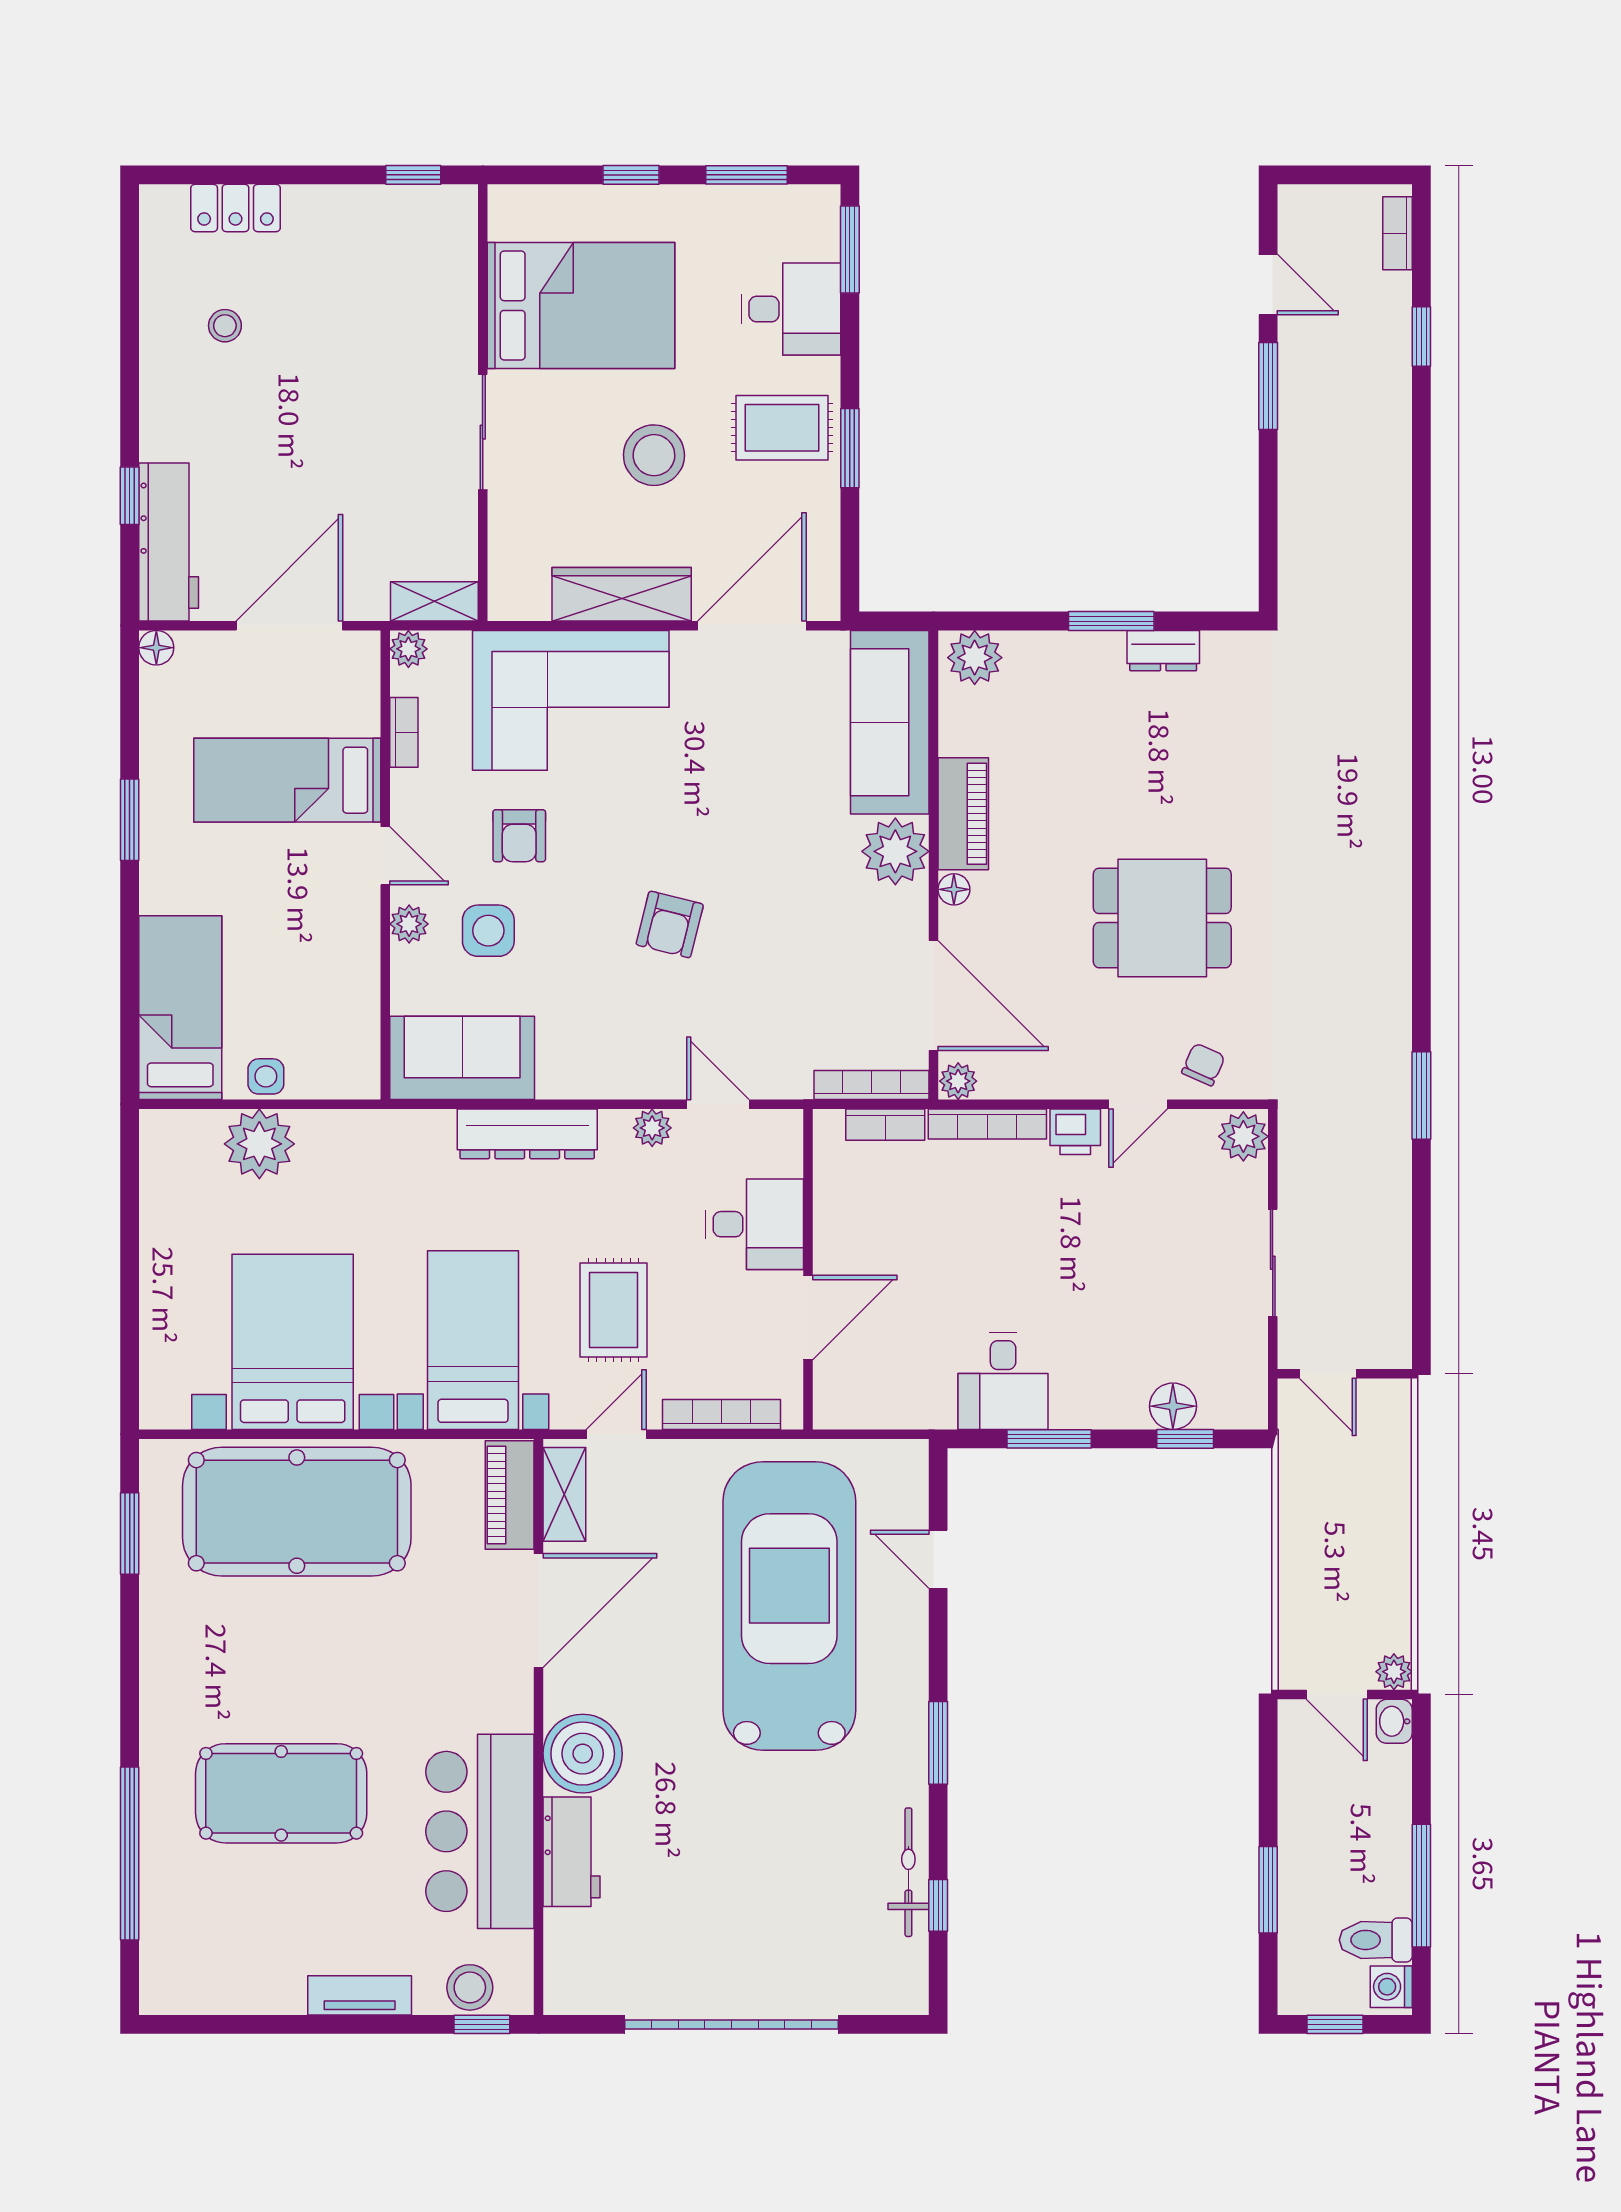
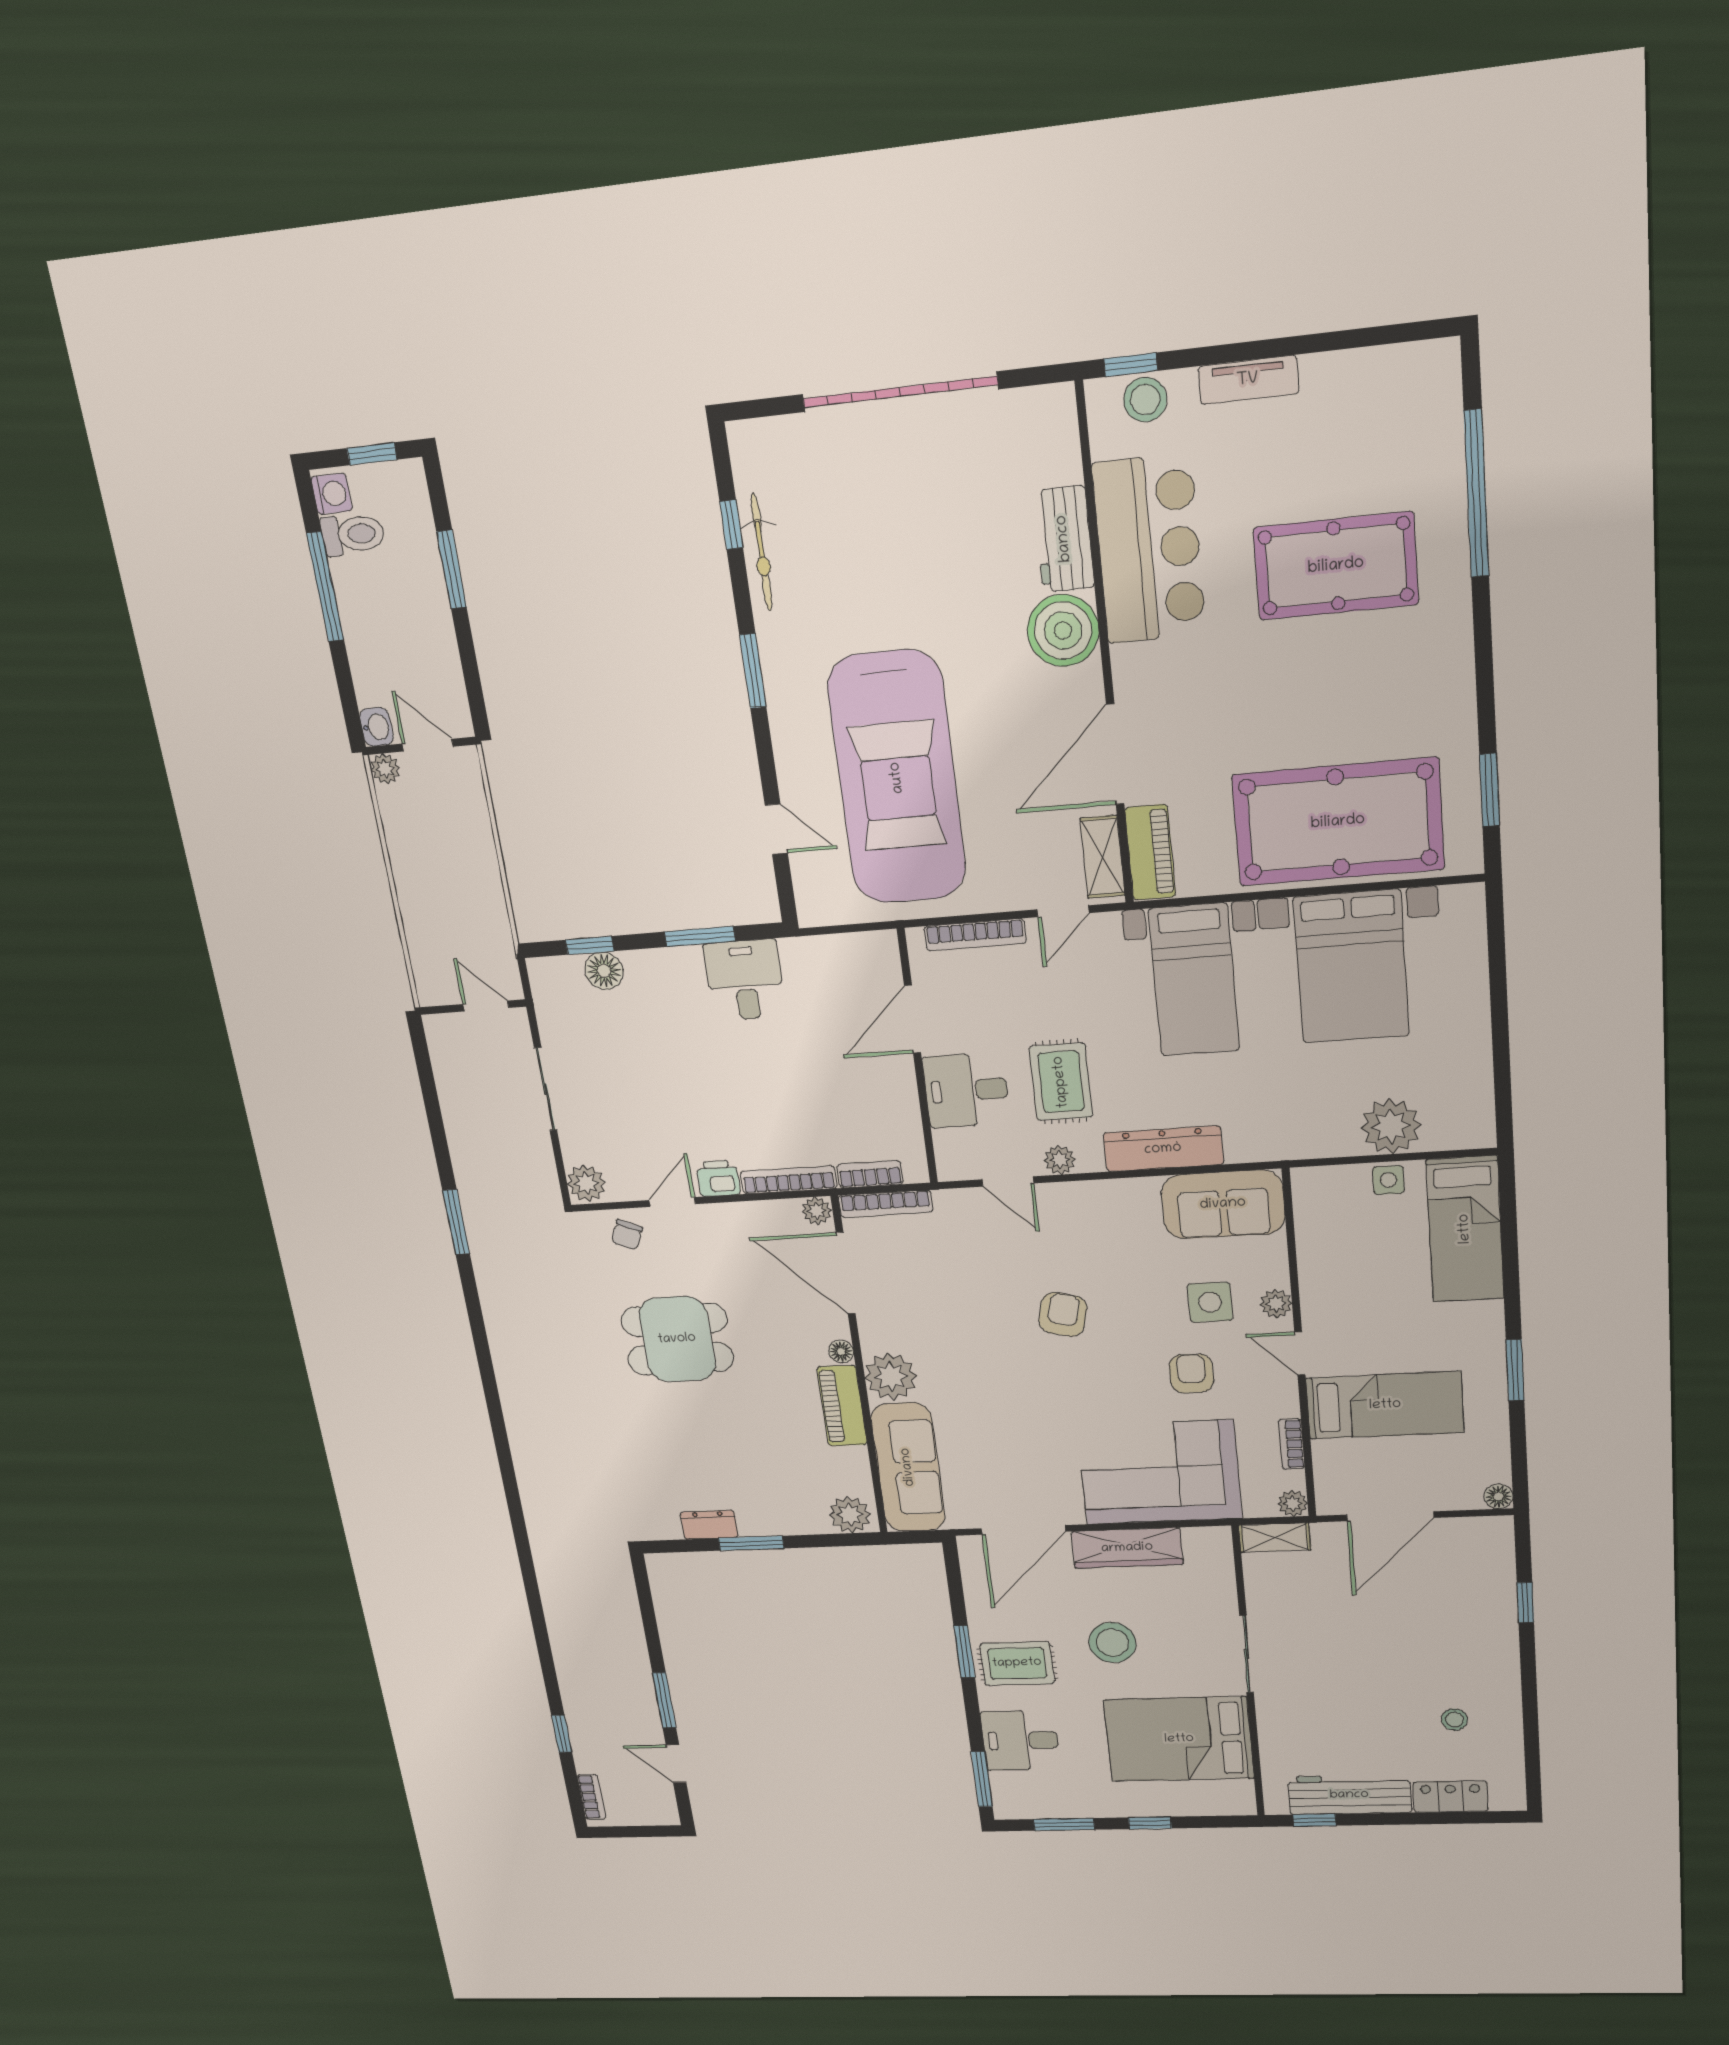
workbench: (169, 542) -> (1349, 1795), moved, turned 90
rug: (614, 1310) -> (1061, 1082), moved

